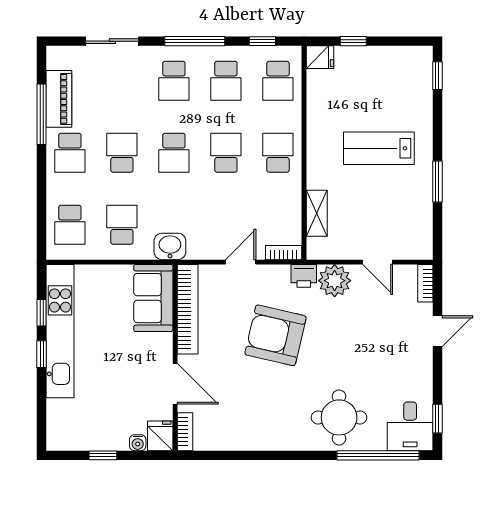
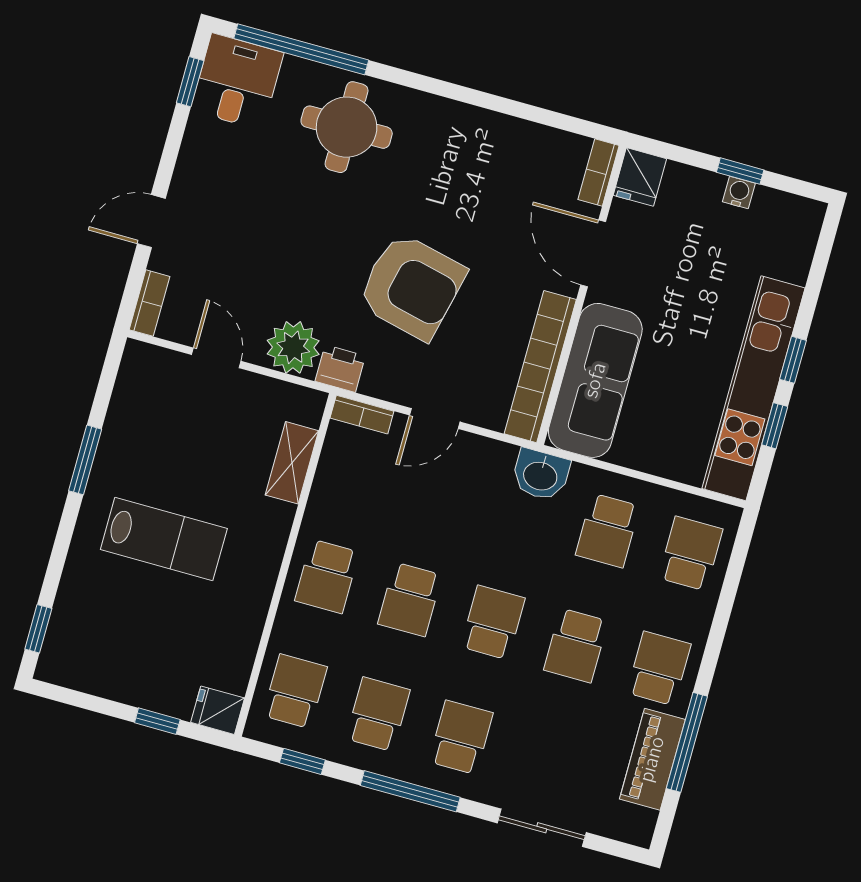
sofa: (153, 298) -> (595, 380), width x1.36
water cooler: (138, 443) -> (739, 193), moved

